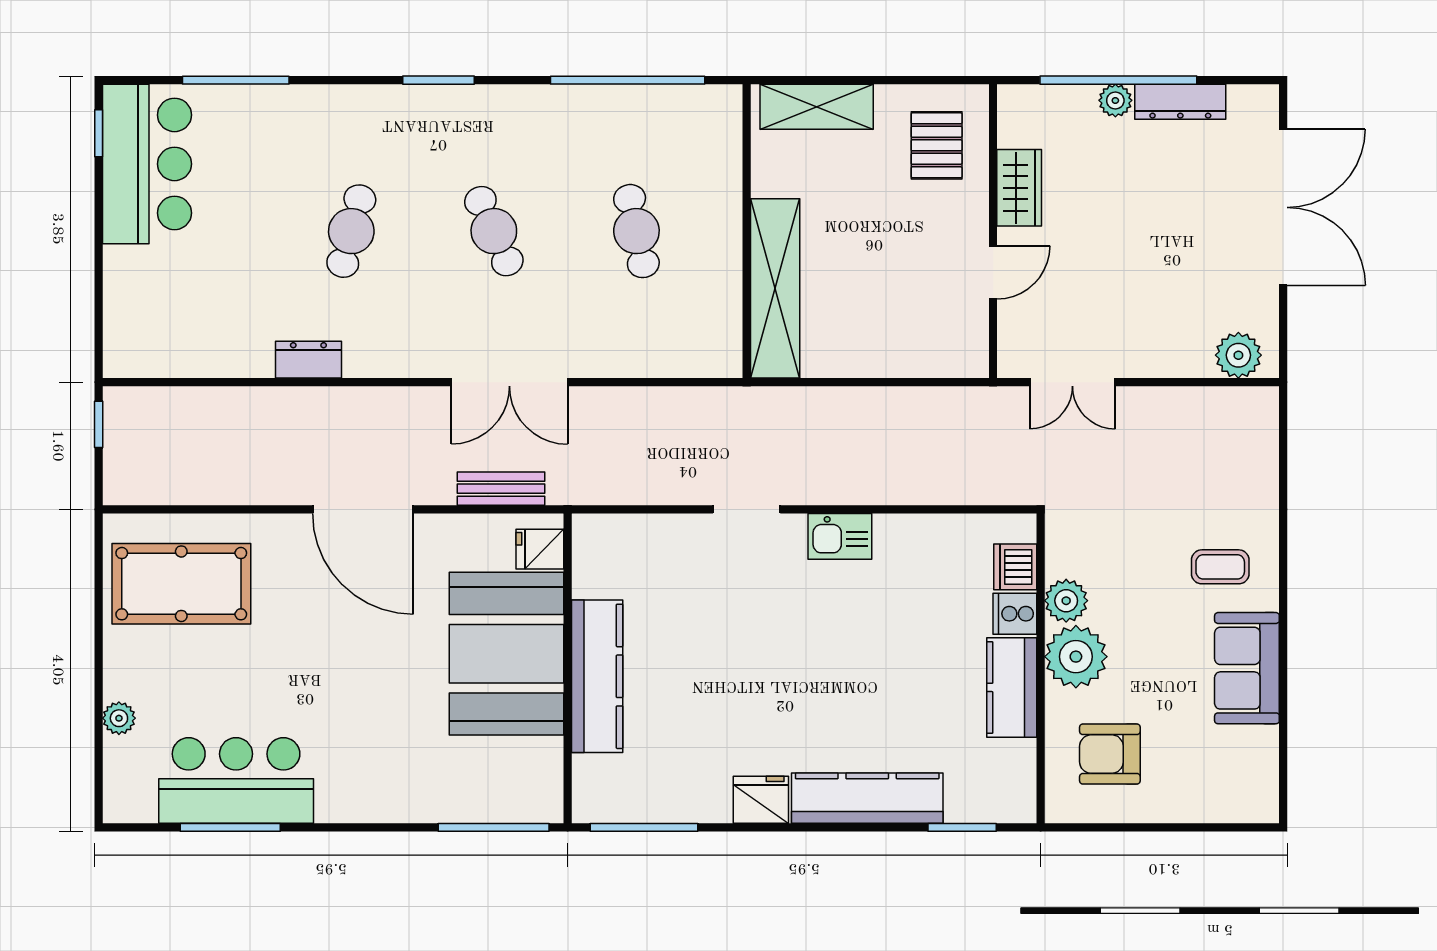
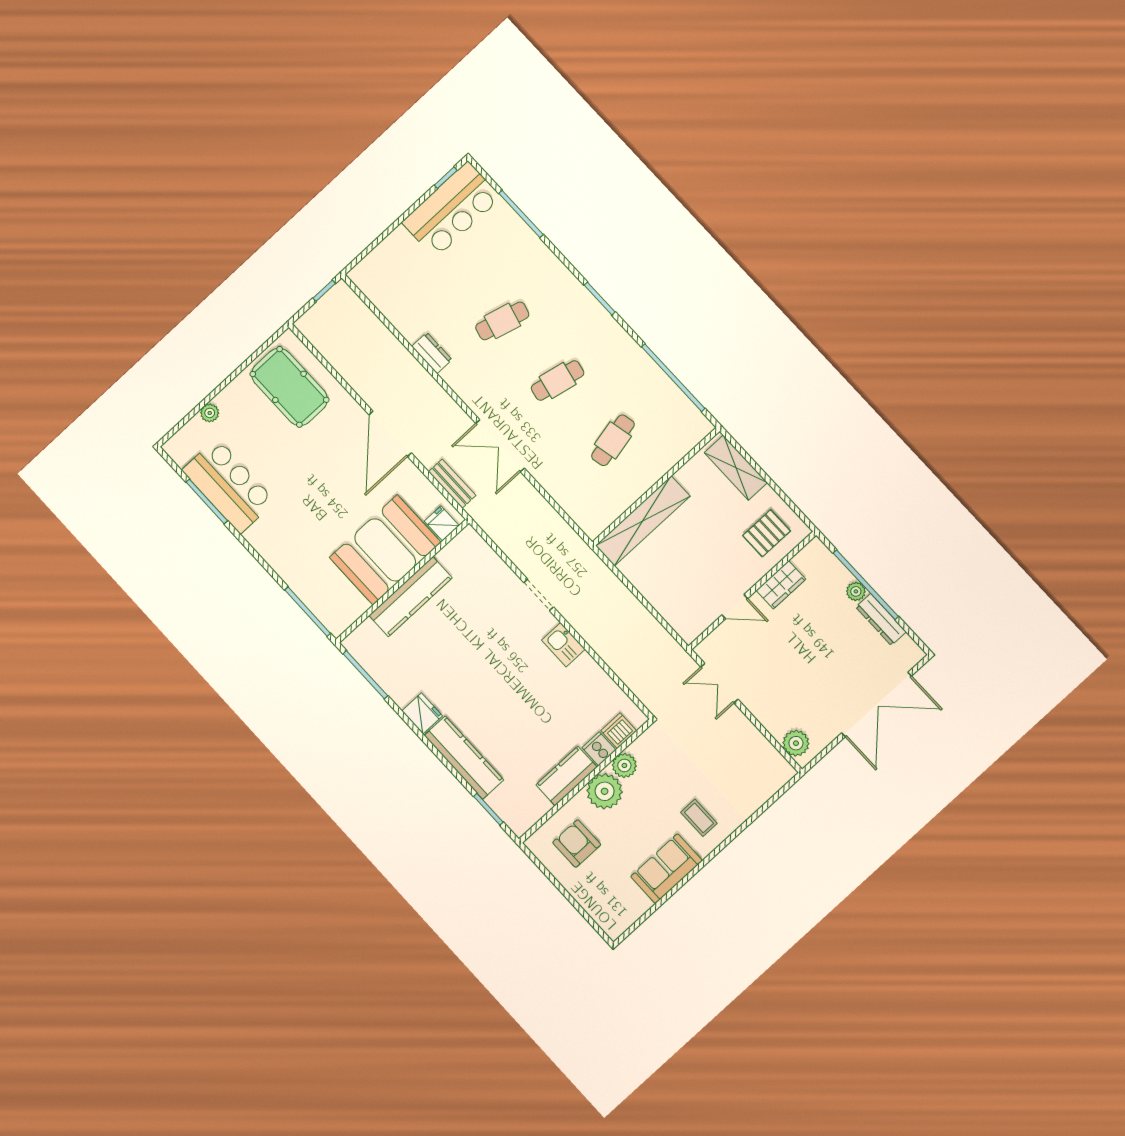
cafe table: (494, 231) -> (558, 381), turned 36

